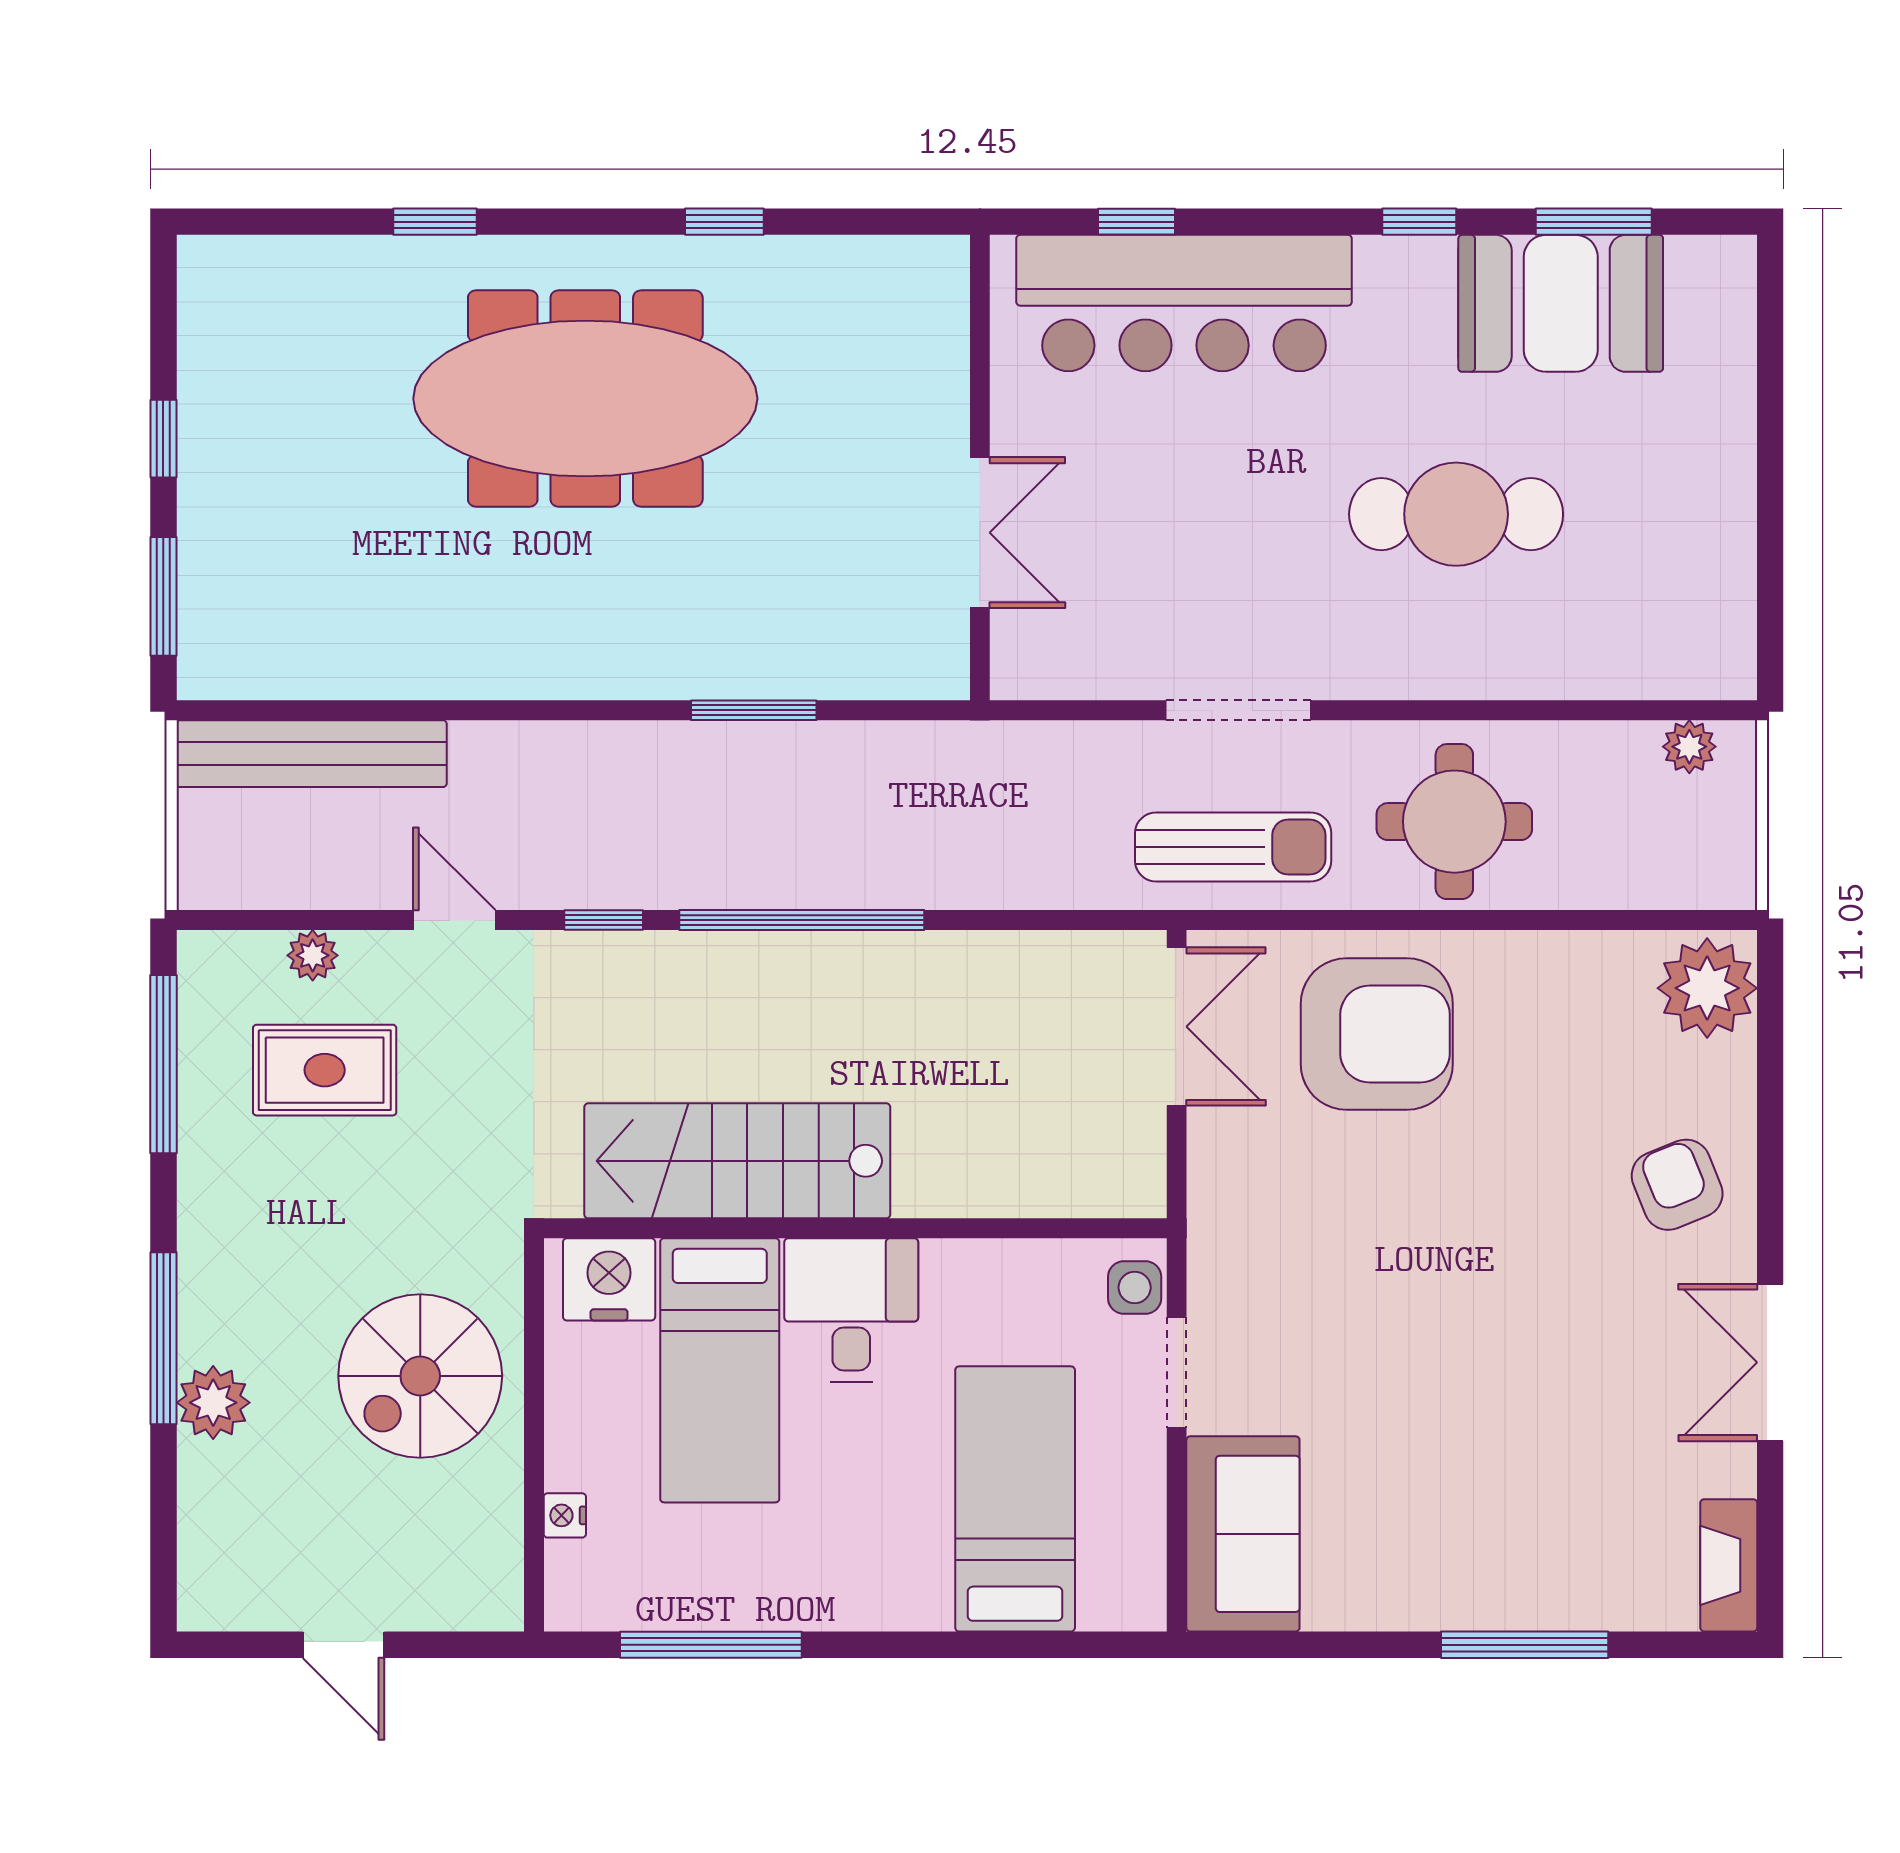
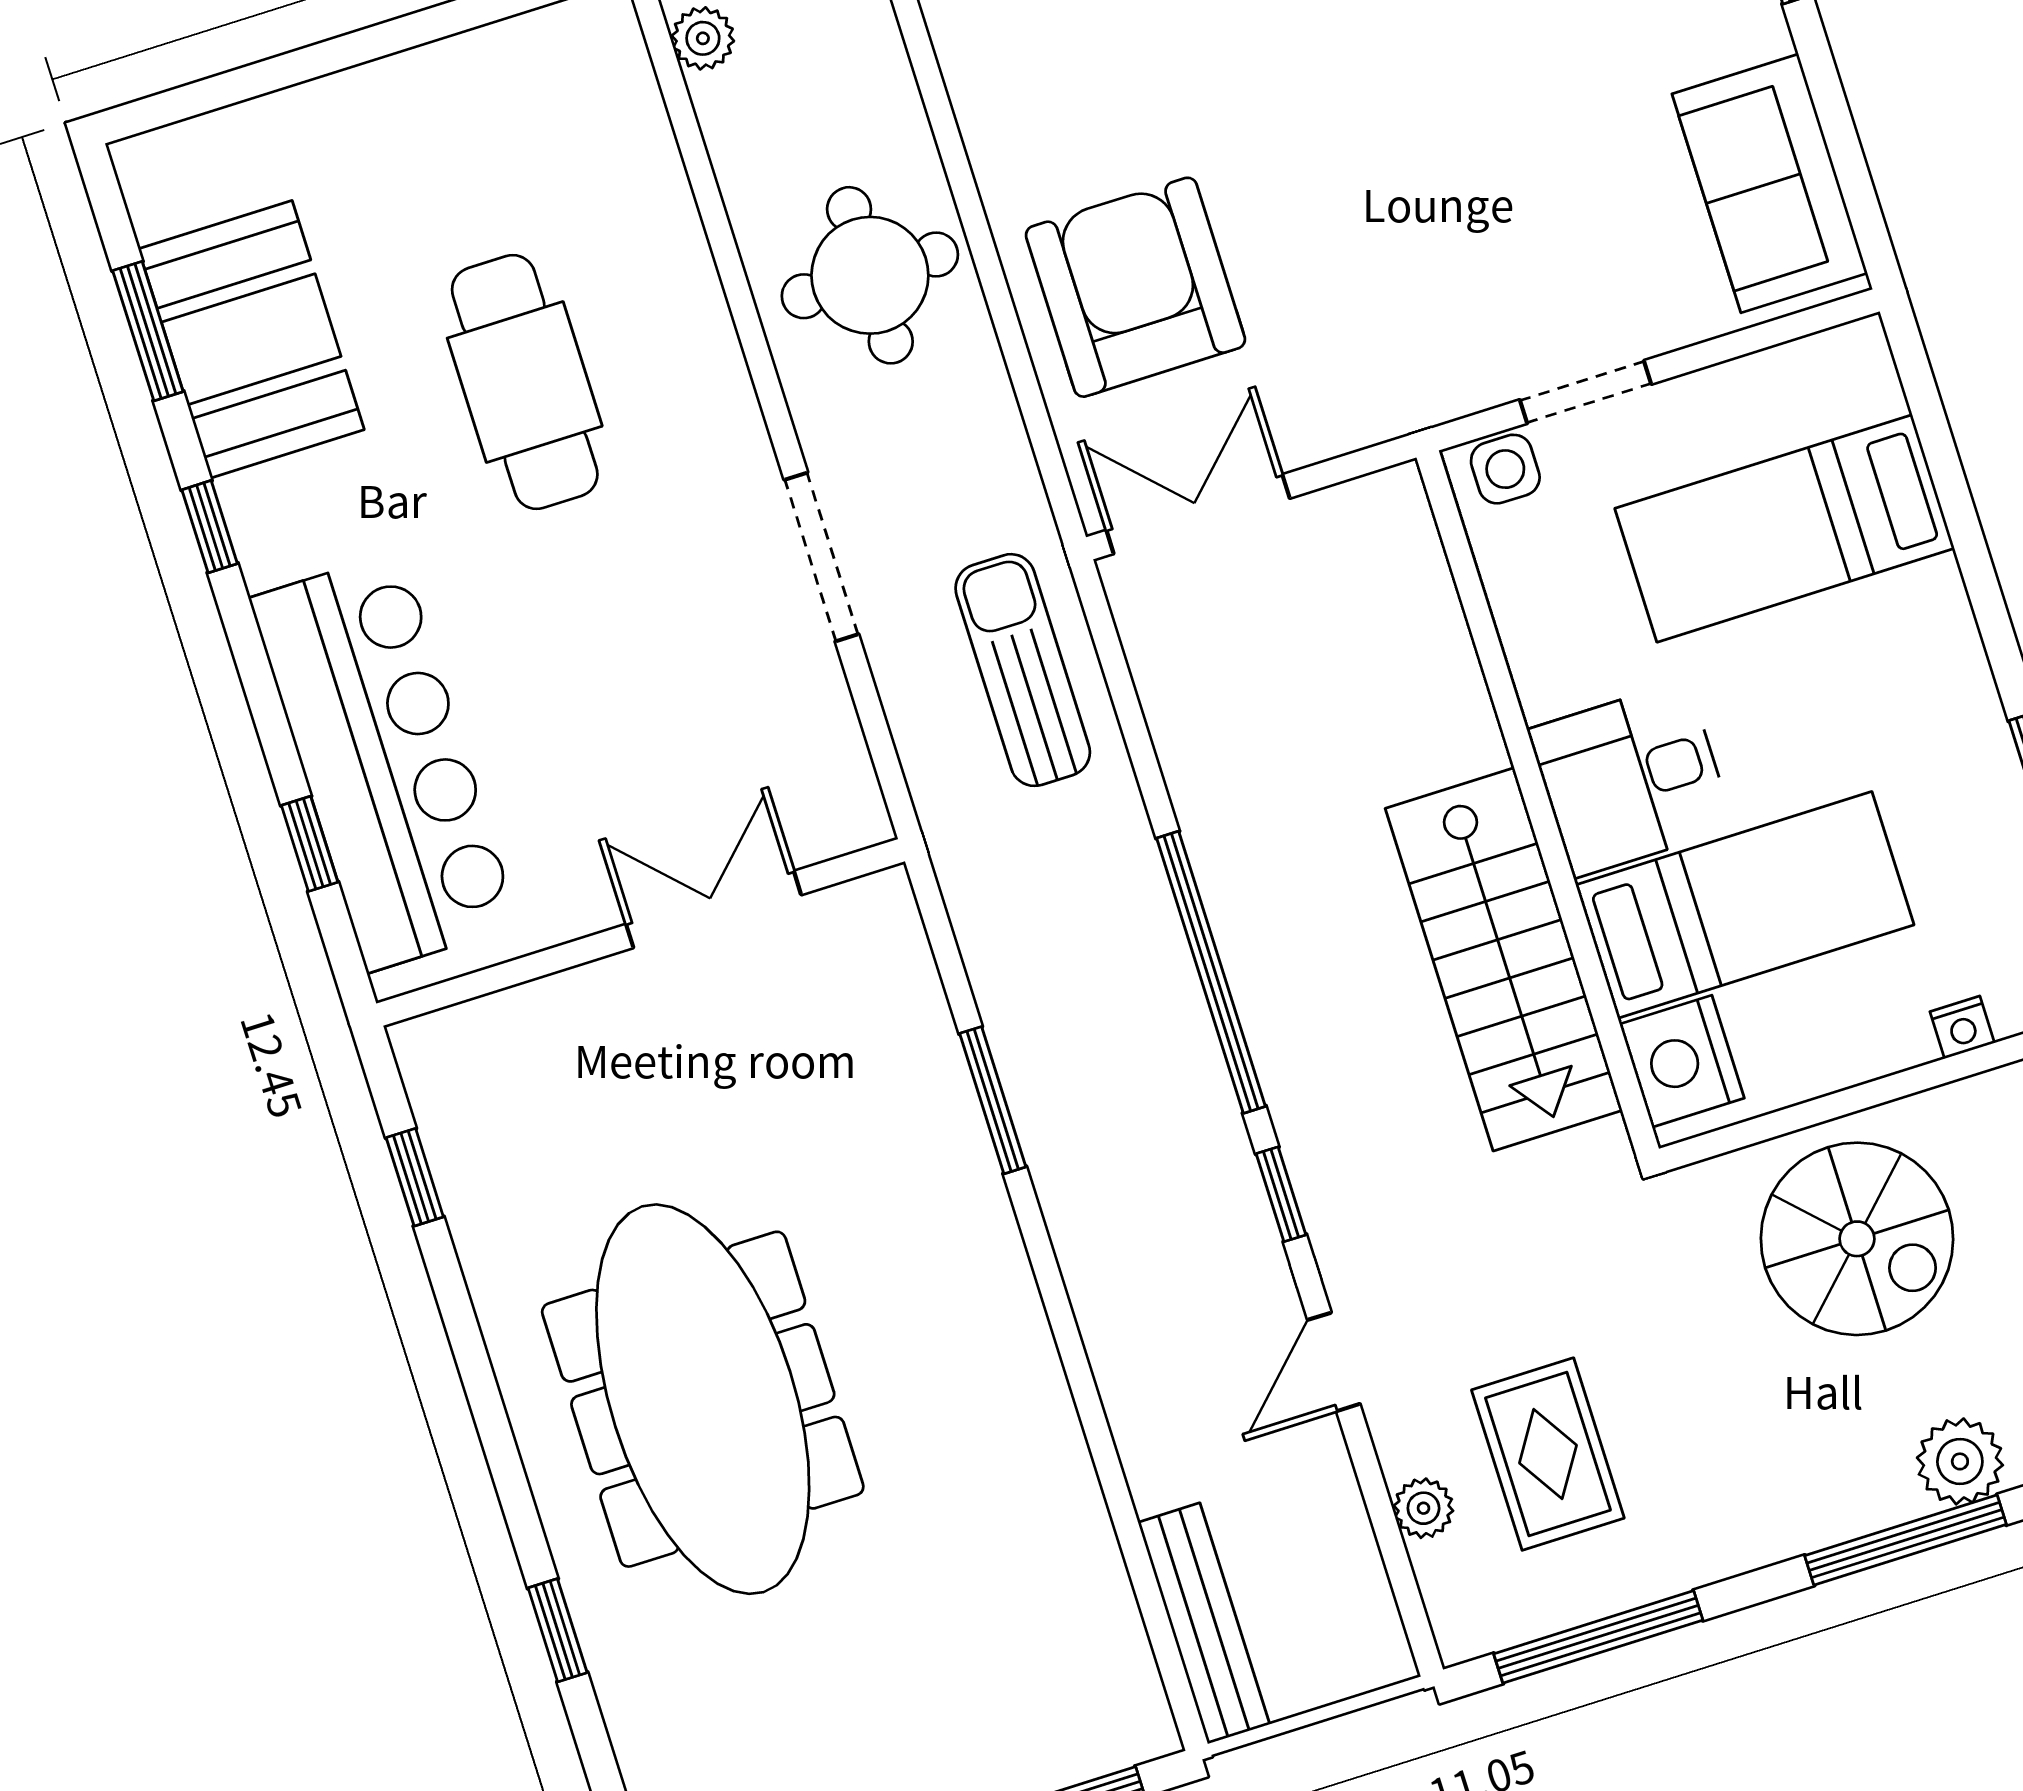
window: (724, 222) -> (415, 1177), moved
bench: (312, 754) -> (1204, 1623), width x0.73, depth x0.82
sun lounger: (1233, 847) -> (1023, 670), moved
sofa: (1243, 1534) -> (1770, 183), moved, turned -90

